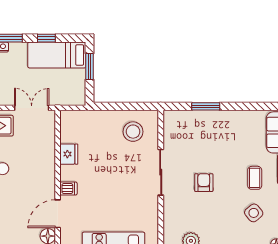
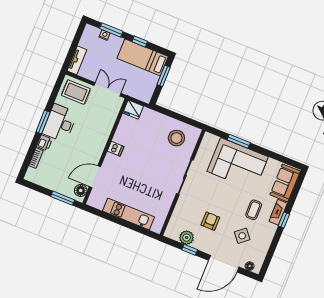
corner sofa: (215, 133) -> (238, 164), added
fridge: (69, 154) -> (133, 109), moved, turned 90
armchair: (204, 183) -> (210, 221), moved
dishwasher: (69, 188) -> (116, 149), moved

